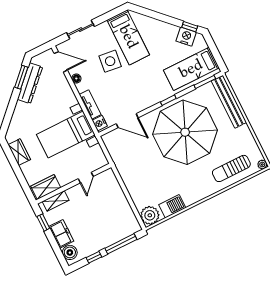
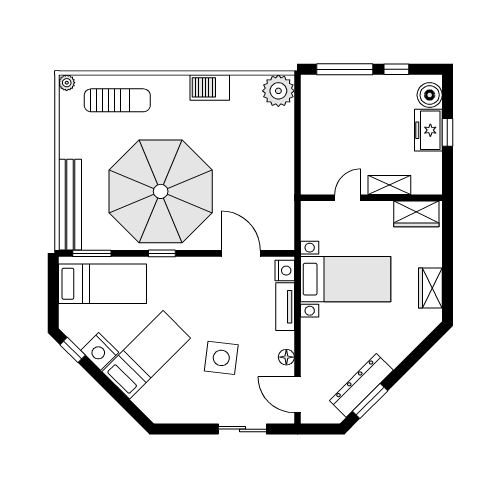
bed: (128, 37) -> (146, 355), moved, turned 45
nightstand: (186, 37) -> (100, 351), moved
shelving: (56, 201) -> (389, 185), moved
barbecue: (172, 206) -> (210, 87), moved
window: (43, 222) -> (447, 132), moved

